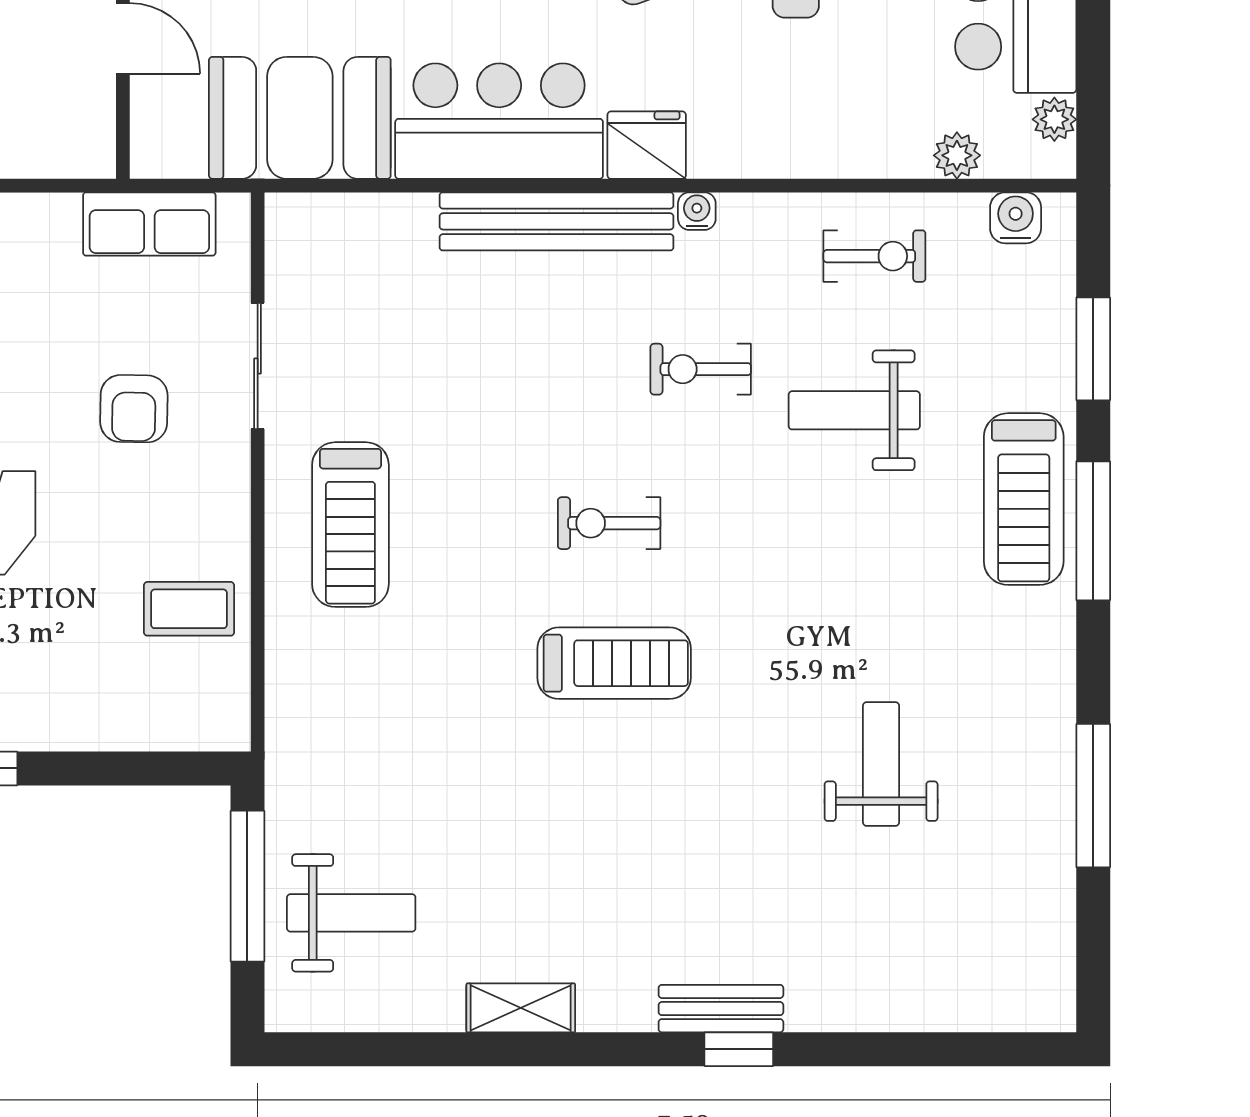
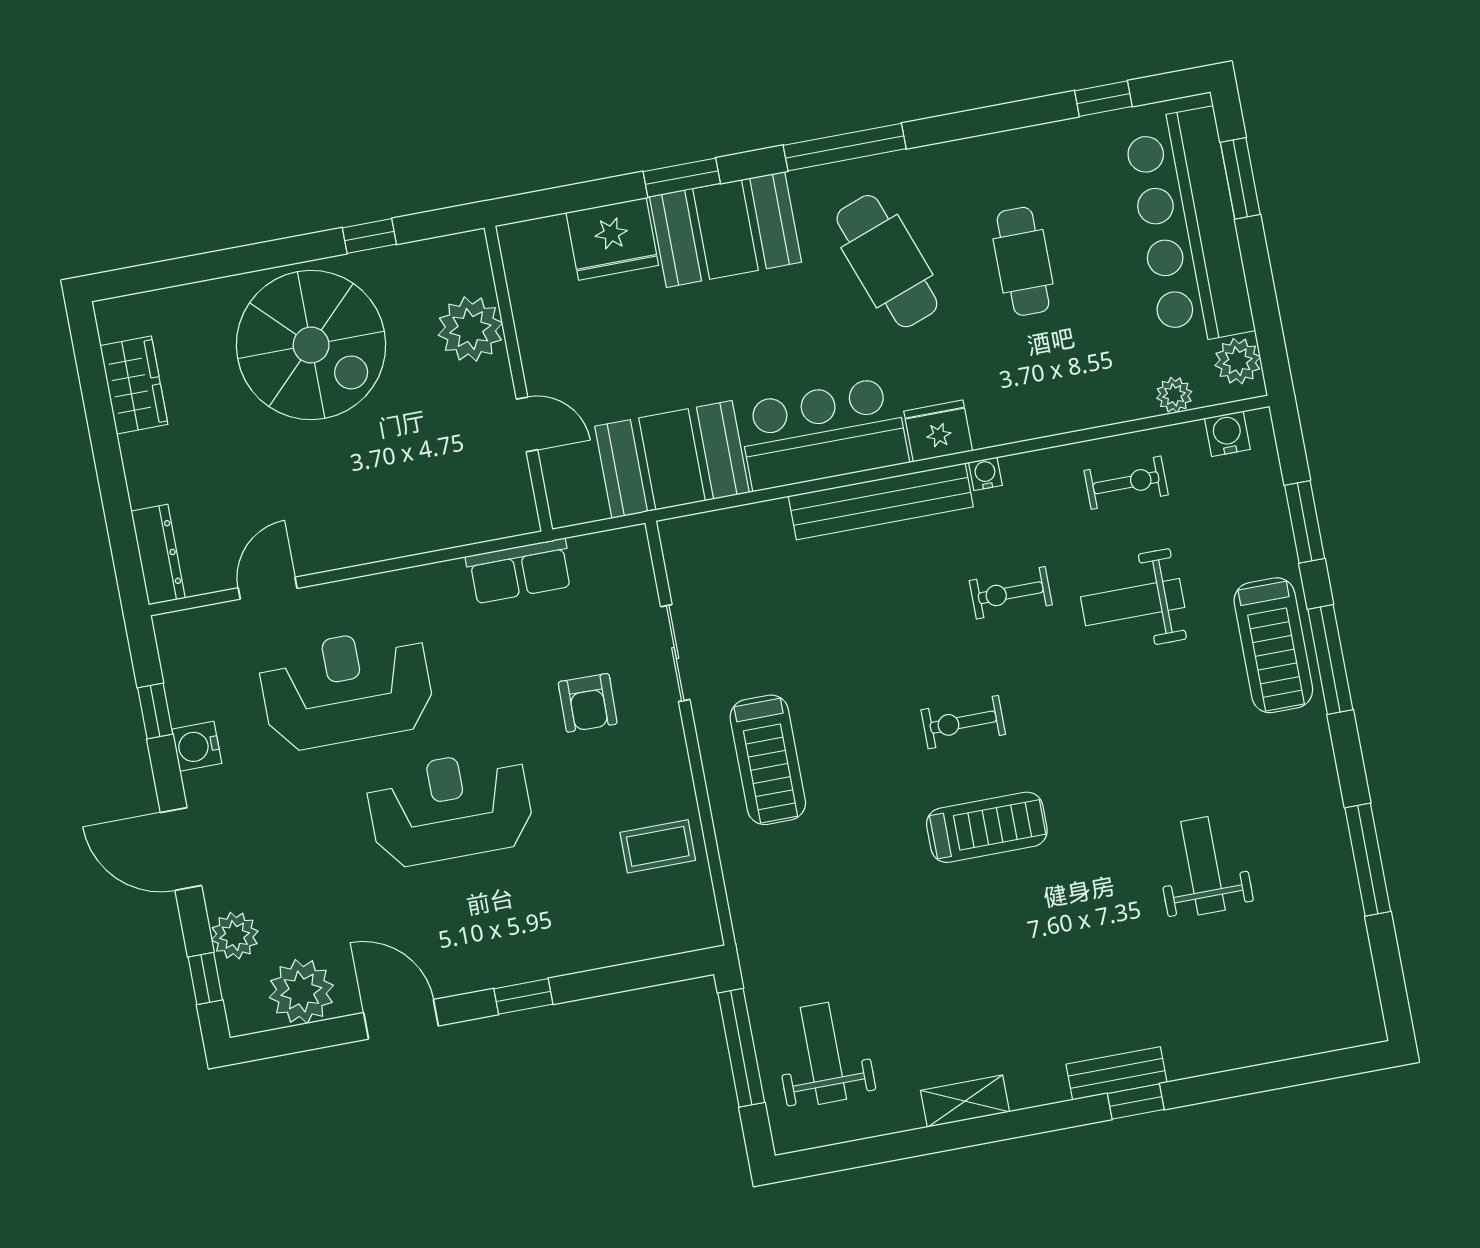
plant: (1054, 119) -> (1238, 361), width x1.38, depth x1.38
row of seats: (149, 224) -> (519, 571), moved
weight bench: (351, 913) -> (823, 1053), turned -90

